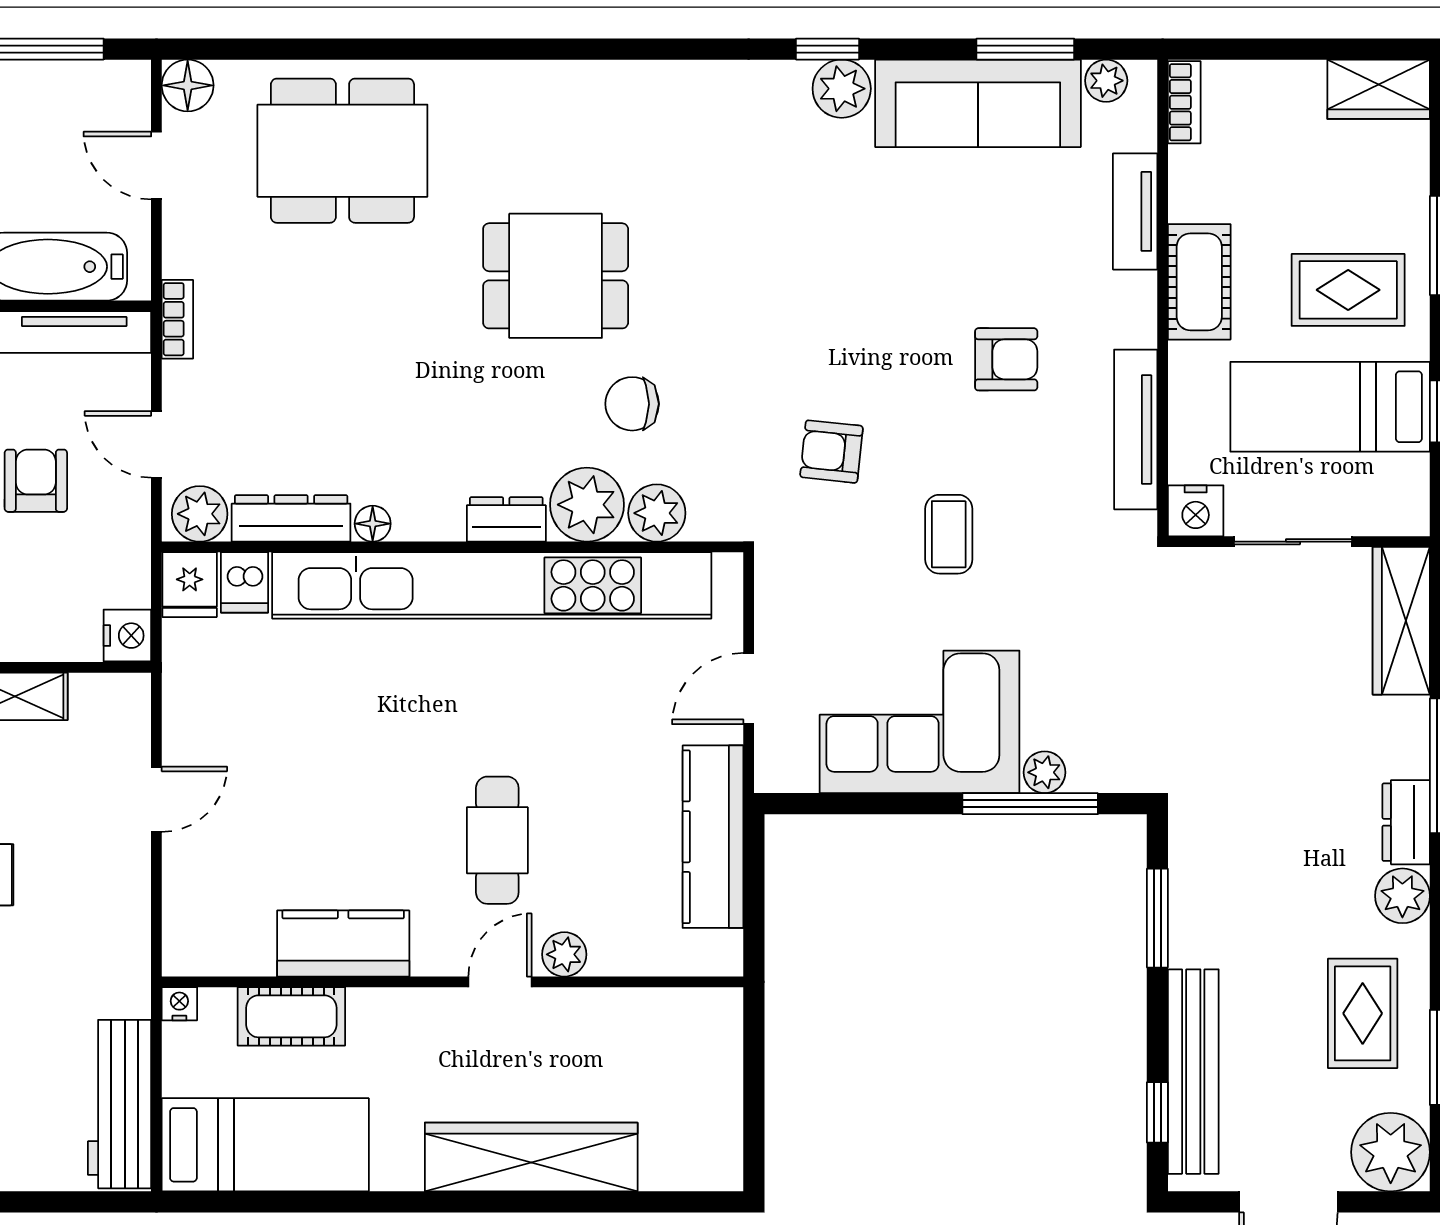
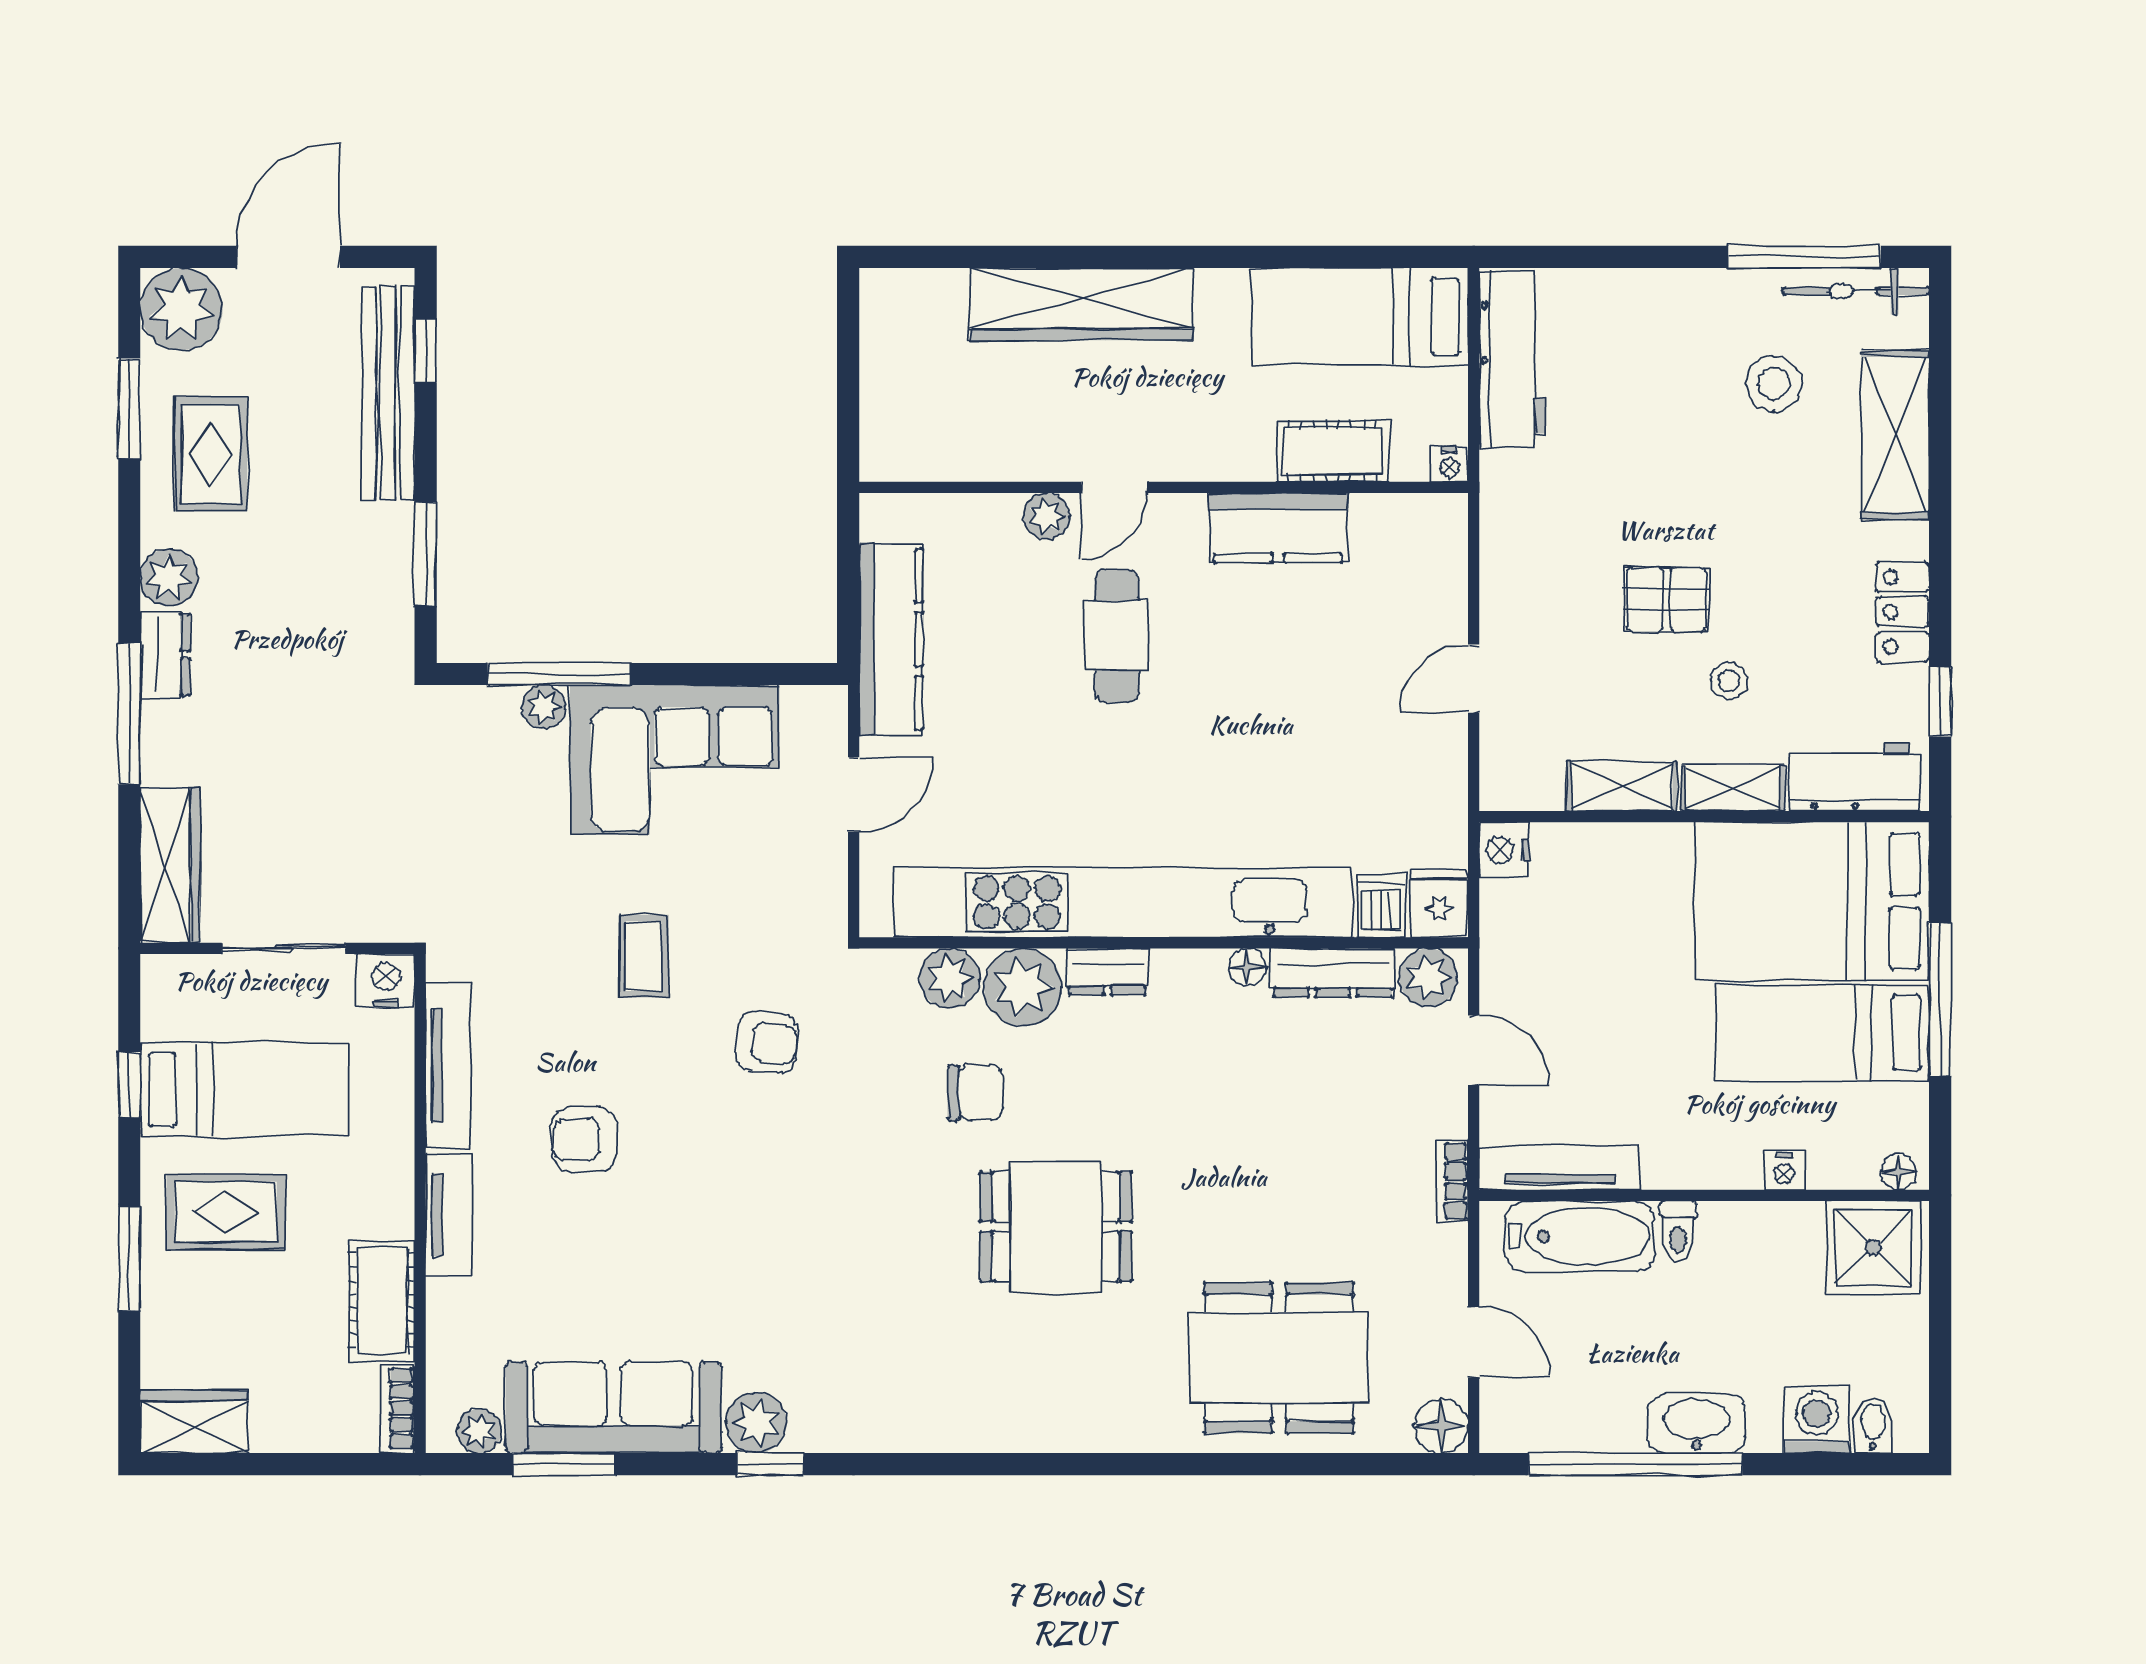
tv unit: (1135, 211) -> (449, 1215), moved
cot: (1199, 282) -> (382, 1301), moved
armchair: (36, 481) -> (1600, 1012), removed

